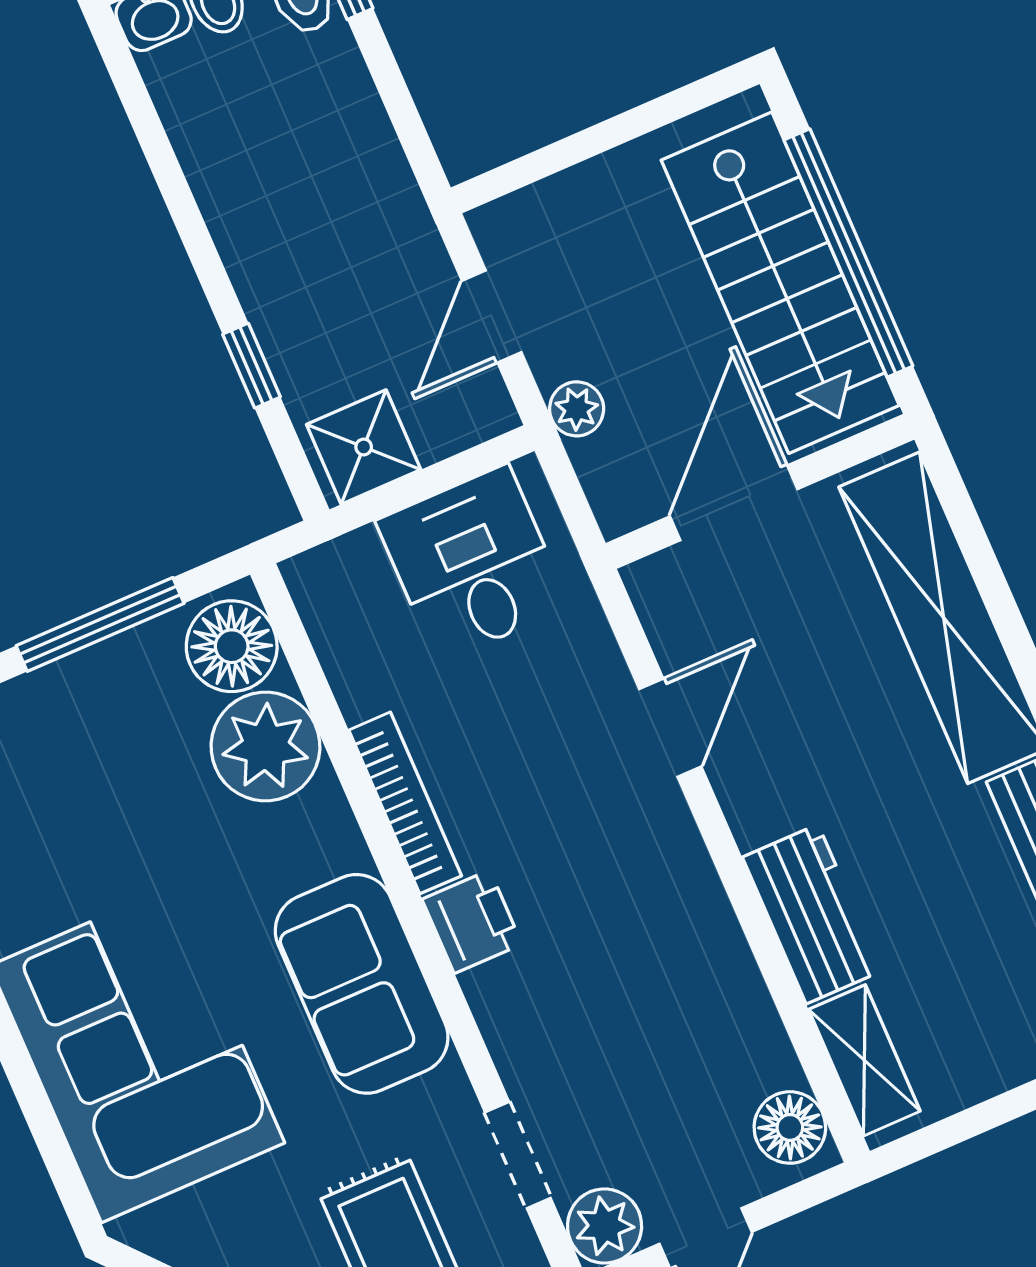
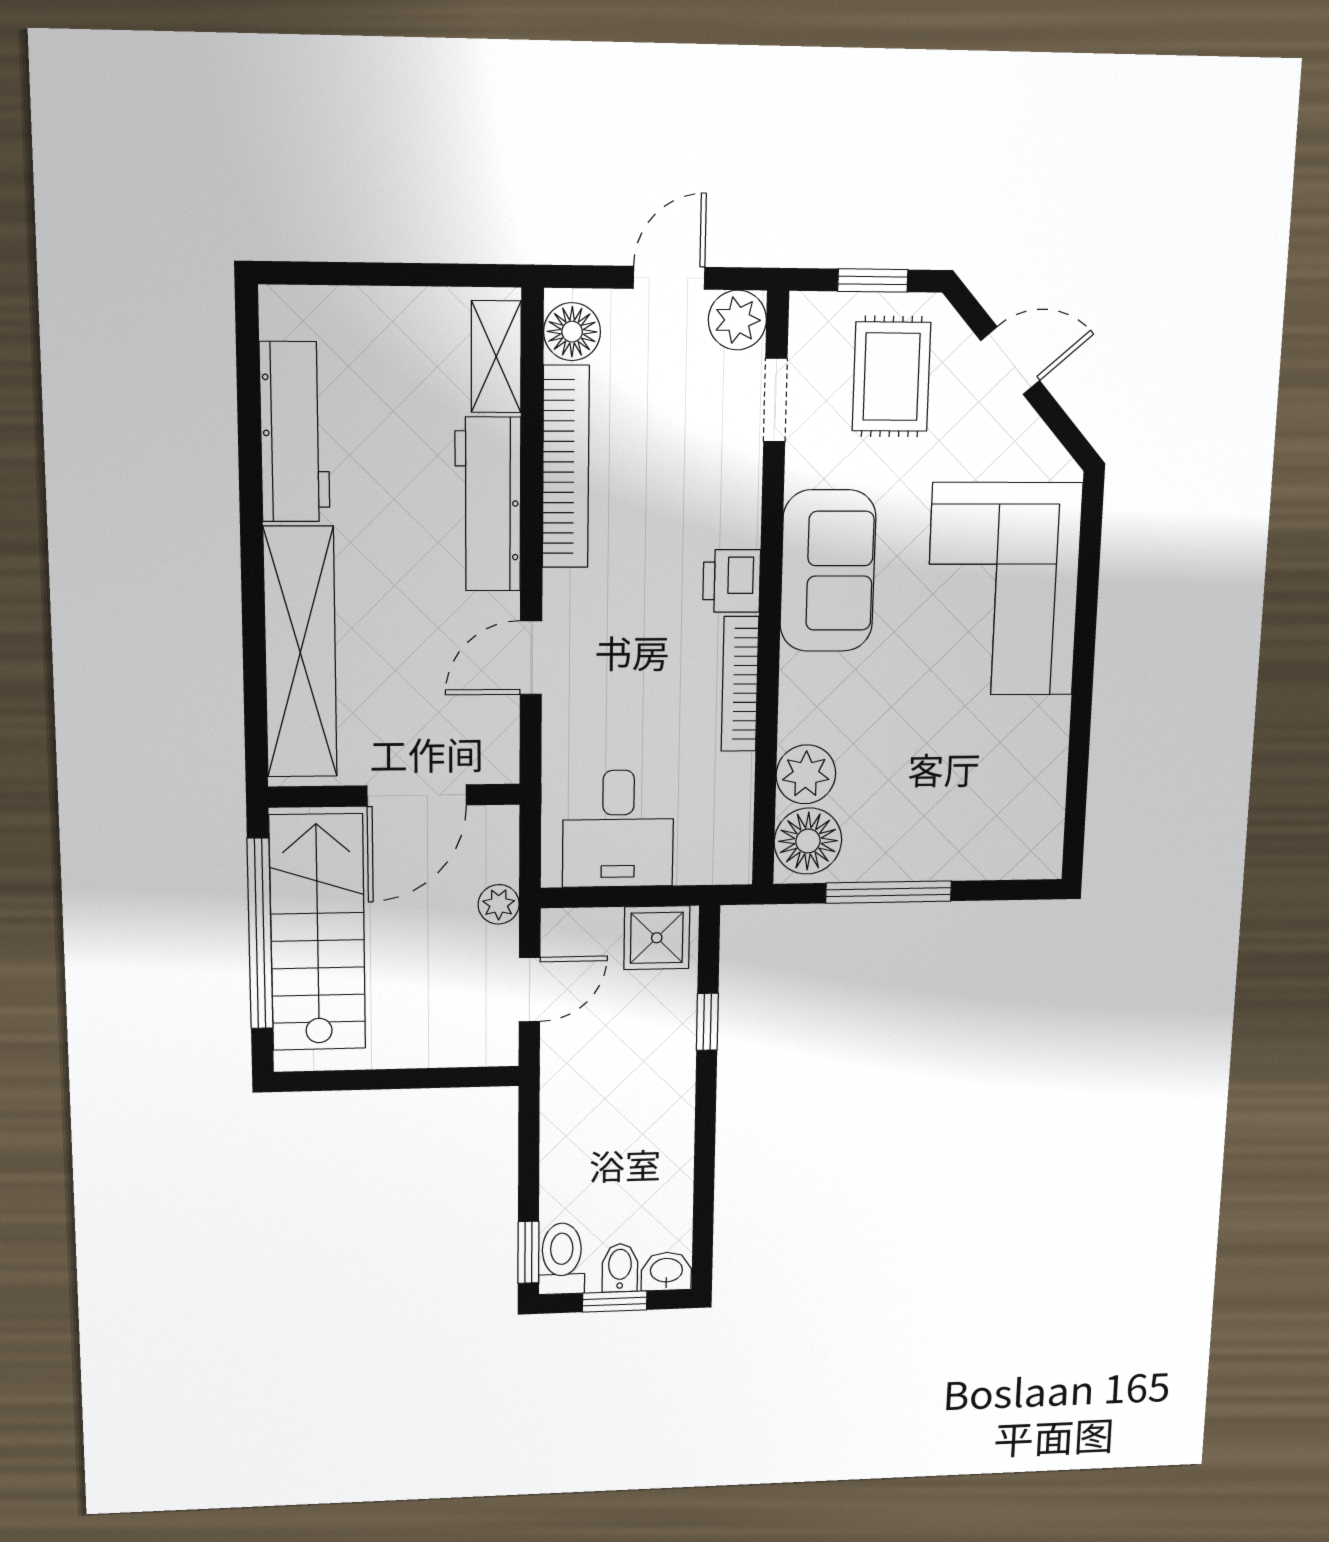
plant: (265, 747) -> (806, 774), width x0.73, depth x0.73
workbench: (812, 914) -> (488, 504), width x1.38
bookcase: (729, 970) -> (566, 467), added

